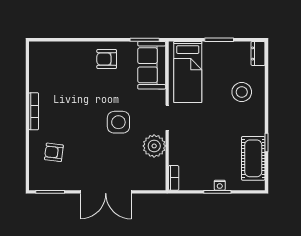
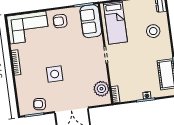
corner sofa: (58, 62) -> (28, 27), added
side table: (118, 122) -> (55, 74), moved
plant: (154, 146) -> (101, 89), moved
armchair: (54, 152) -> (40, 104), moved

